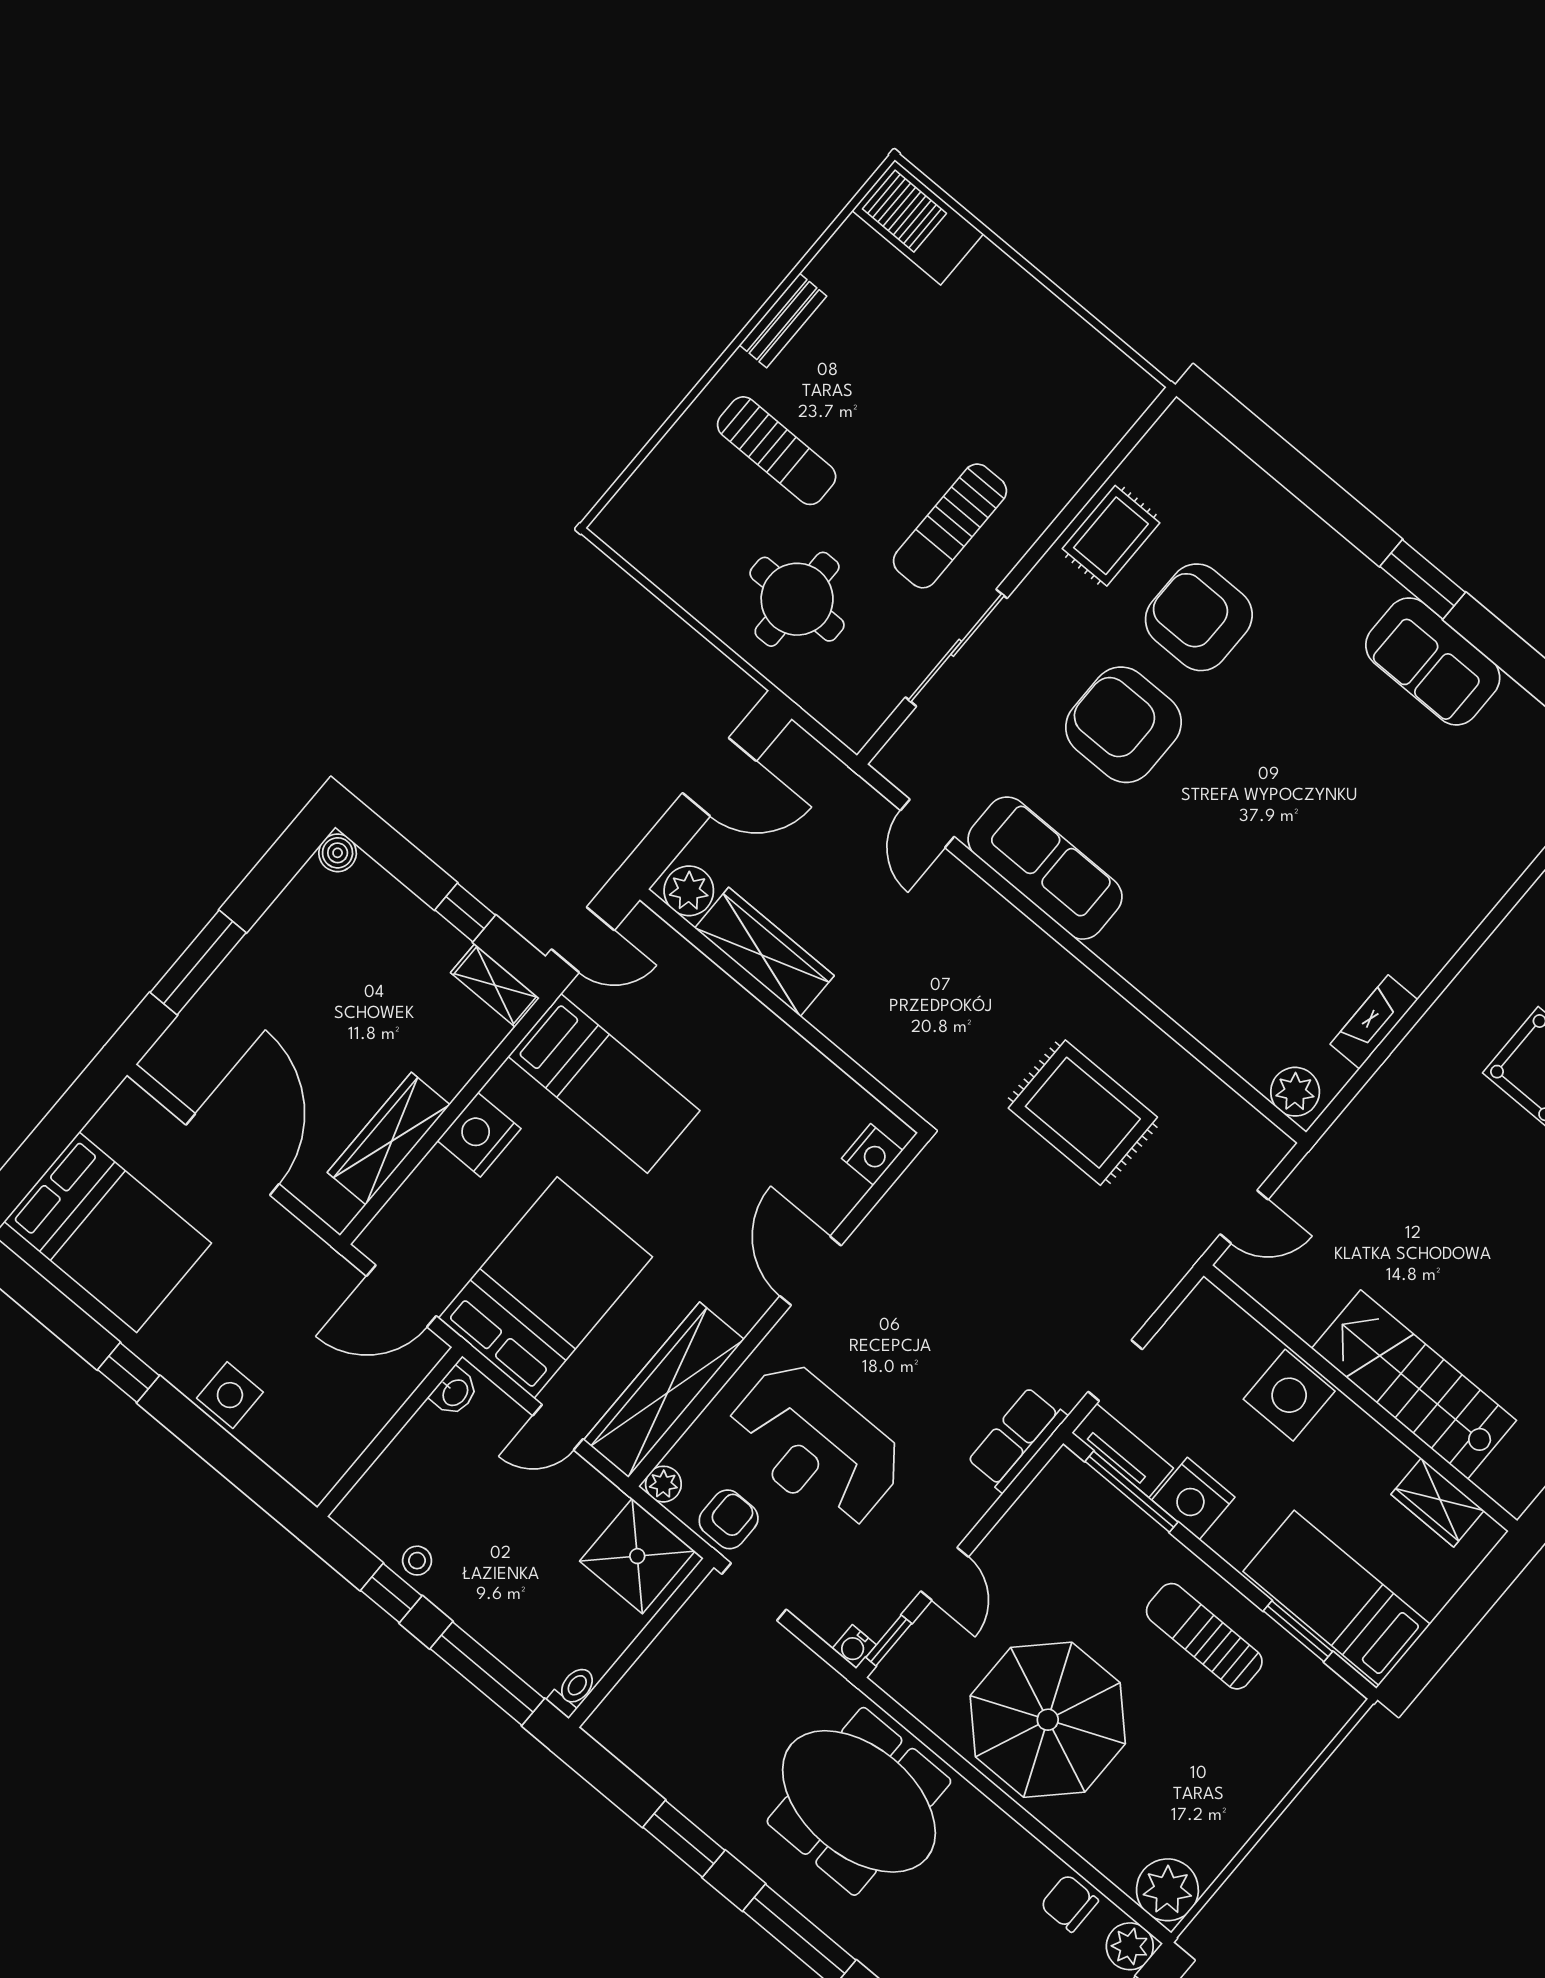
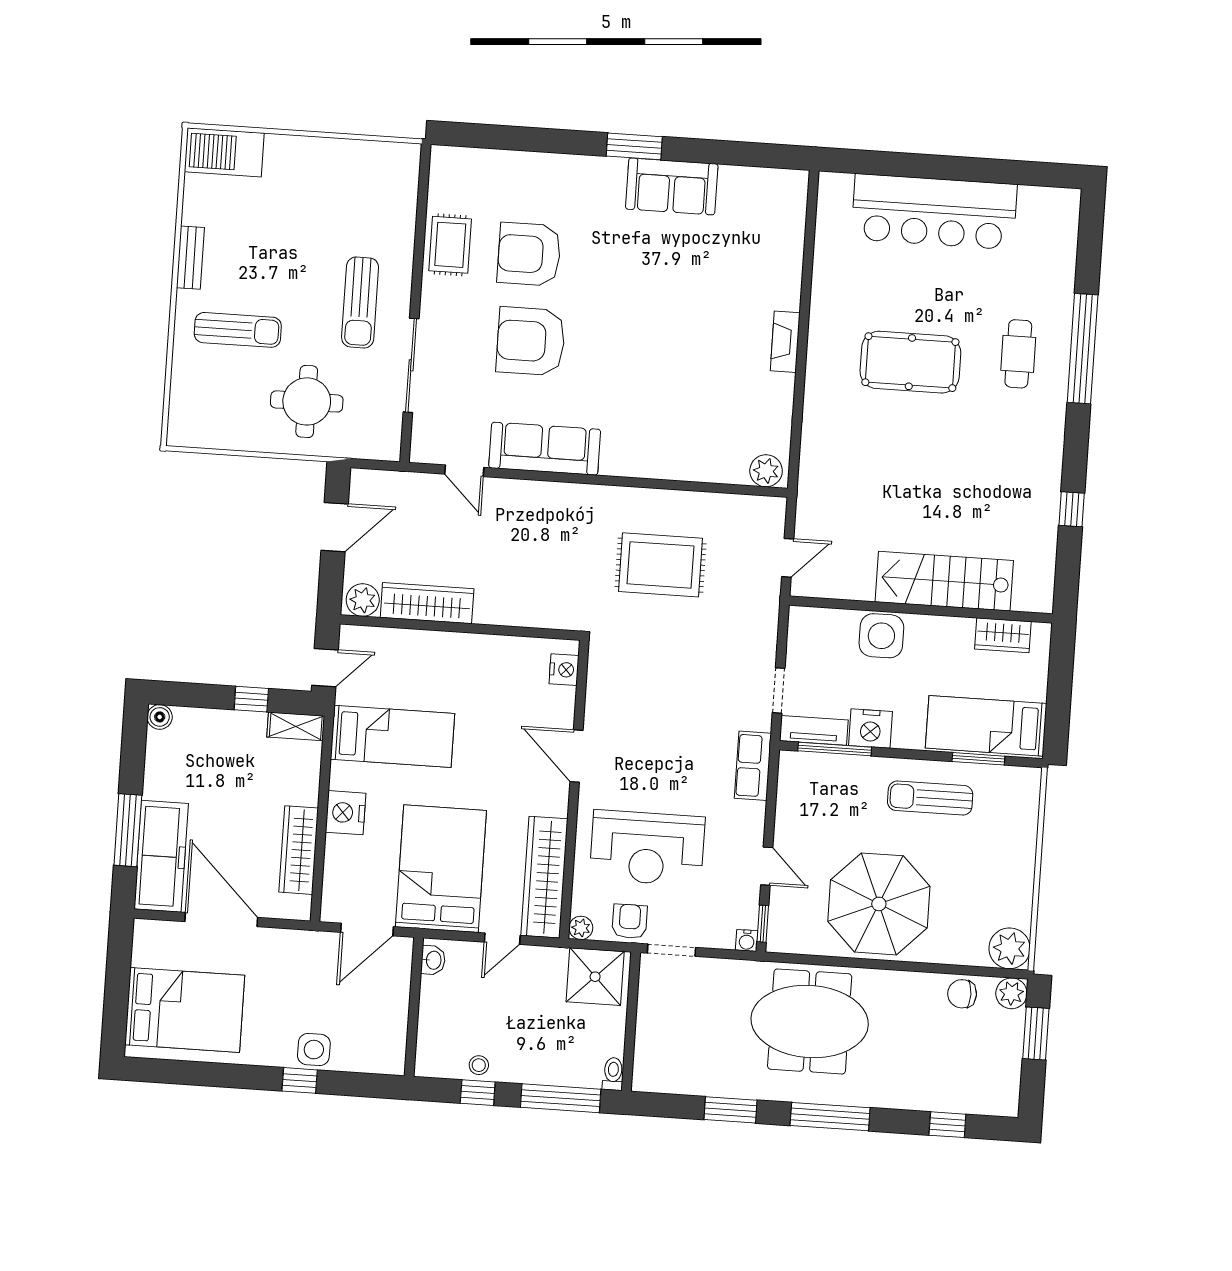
fireplace: (1374, 1022) -> (785, 342), moved
freezer: (216, 1024) -> (161, 856), added
window: (128, 1373) -> (300, 1080), moved

